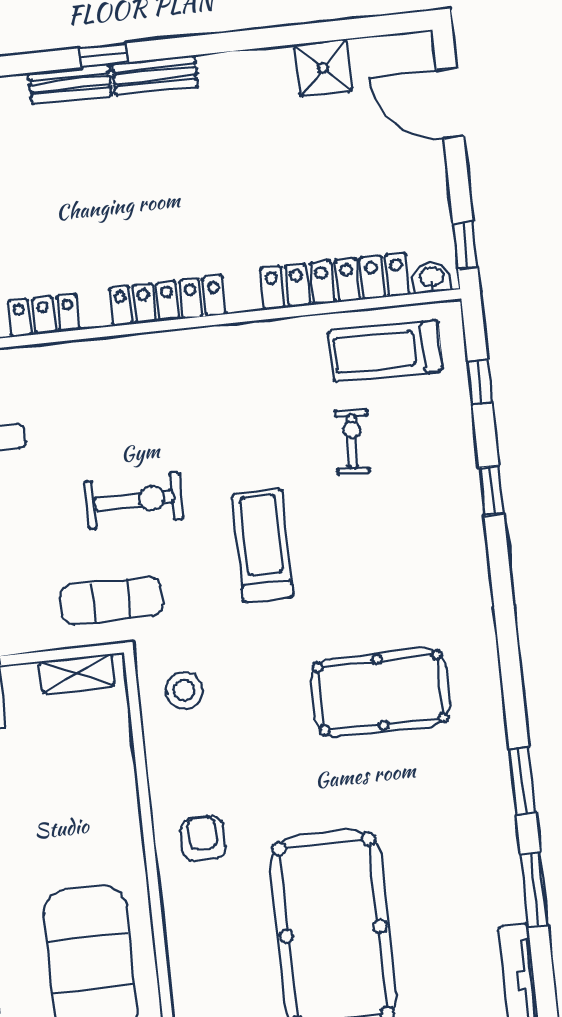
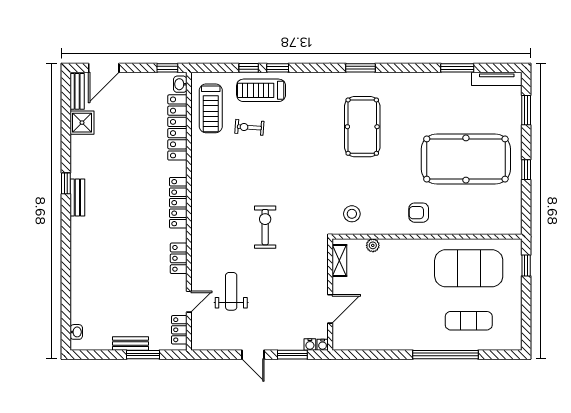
window: (103, 55) -> (66, 183), moved
bench: (70, 84) -> (77, 91), moved
window: (480, 382) -> (249, 68), moved
treadmill: (263, 546) -> (261, 90), moved
exercise mat: (111, 600) -> (308, 242), removed
plant: (119, 744) -> (373, 245), added
window: (523, 781) -> (360, 68), moved

